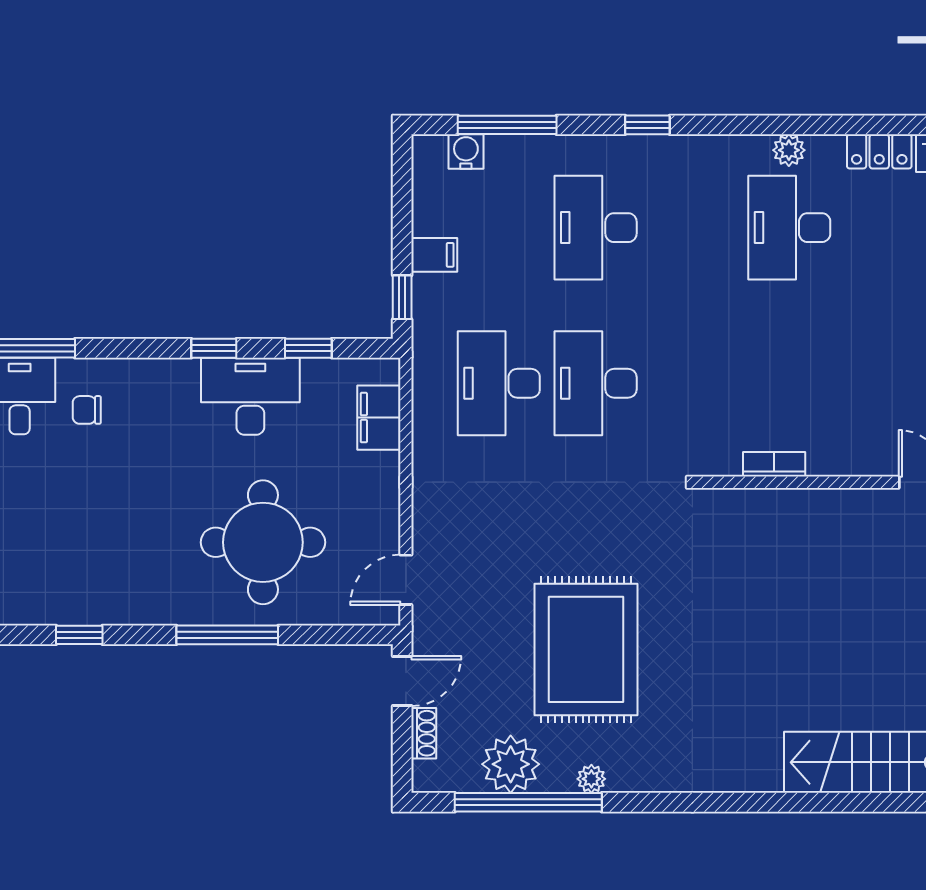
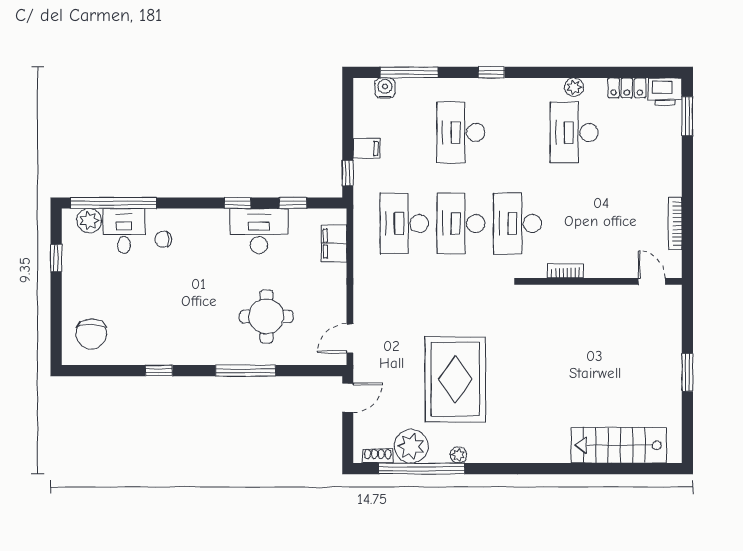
desk: (692, 383) -> (518, 224), added
round table: (263, 542) -> (266, 317), width x0.73, depth x0.73
shoe rack: (424, 733) -> (378, 456), moved, turned -90

